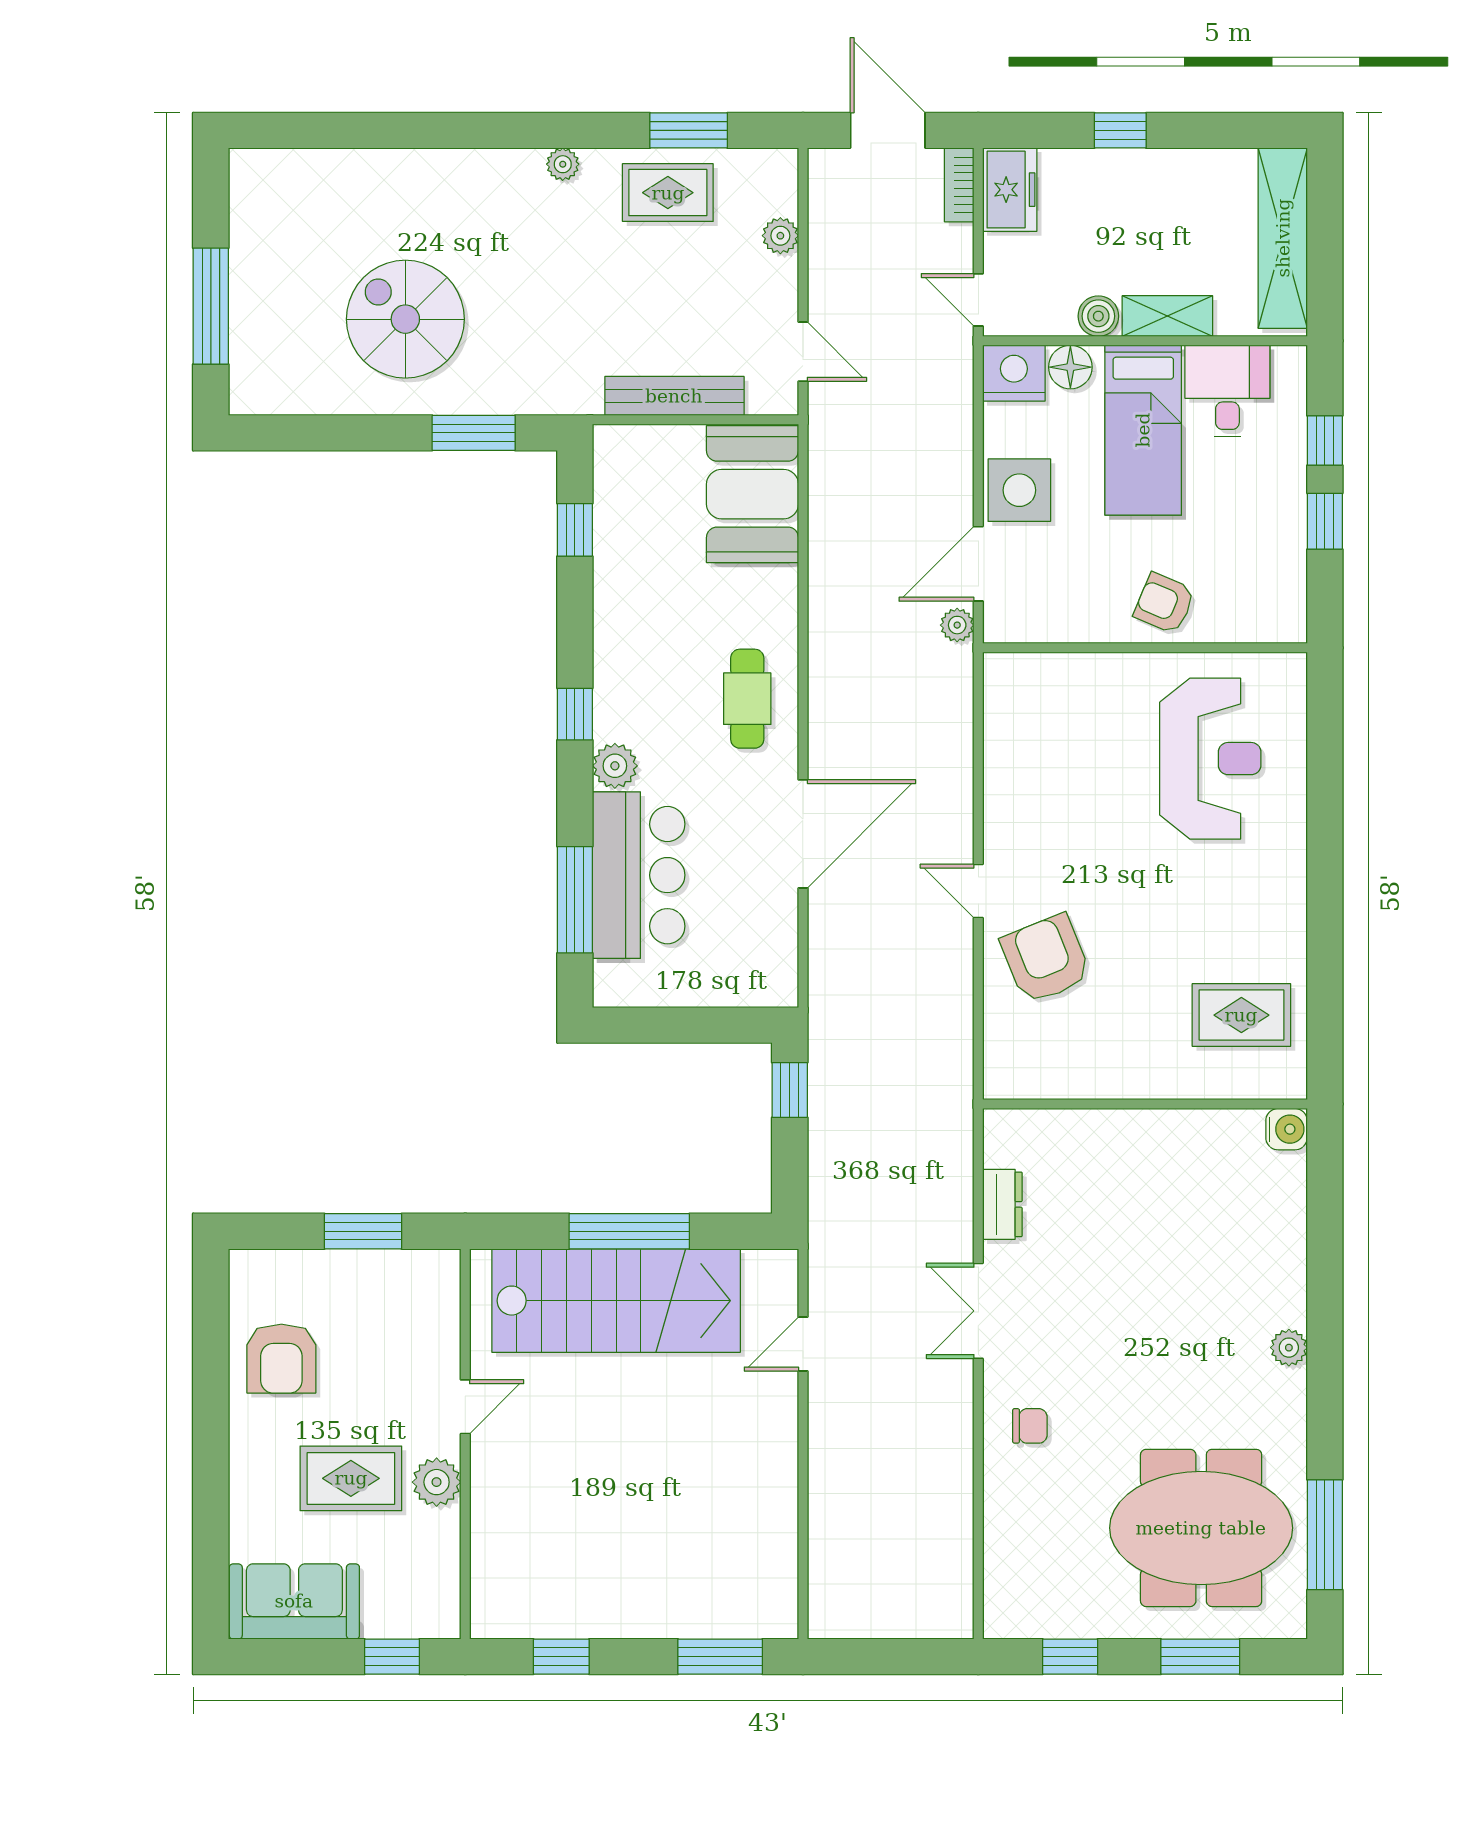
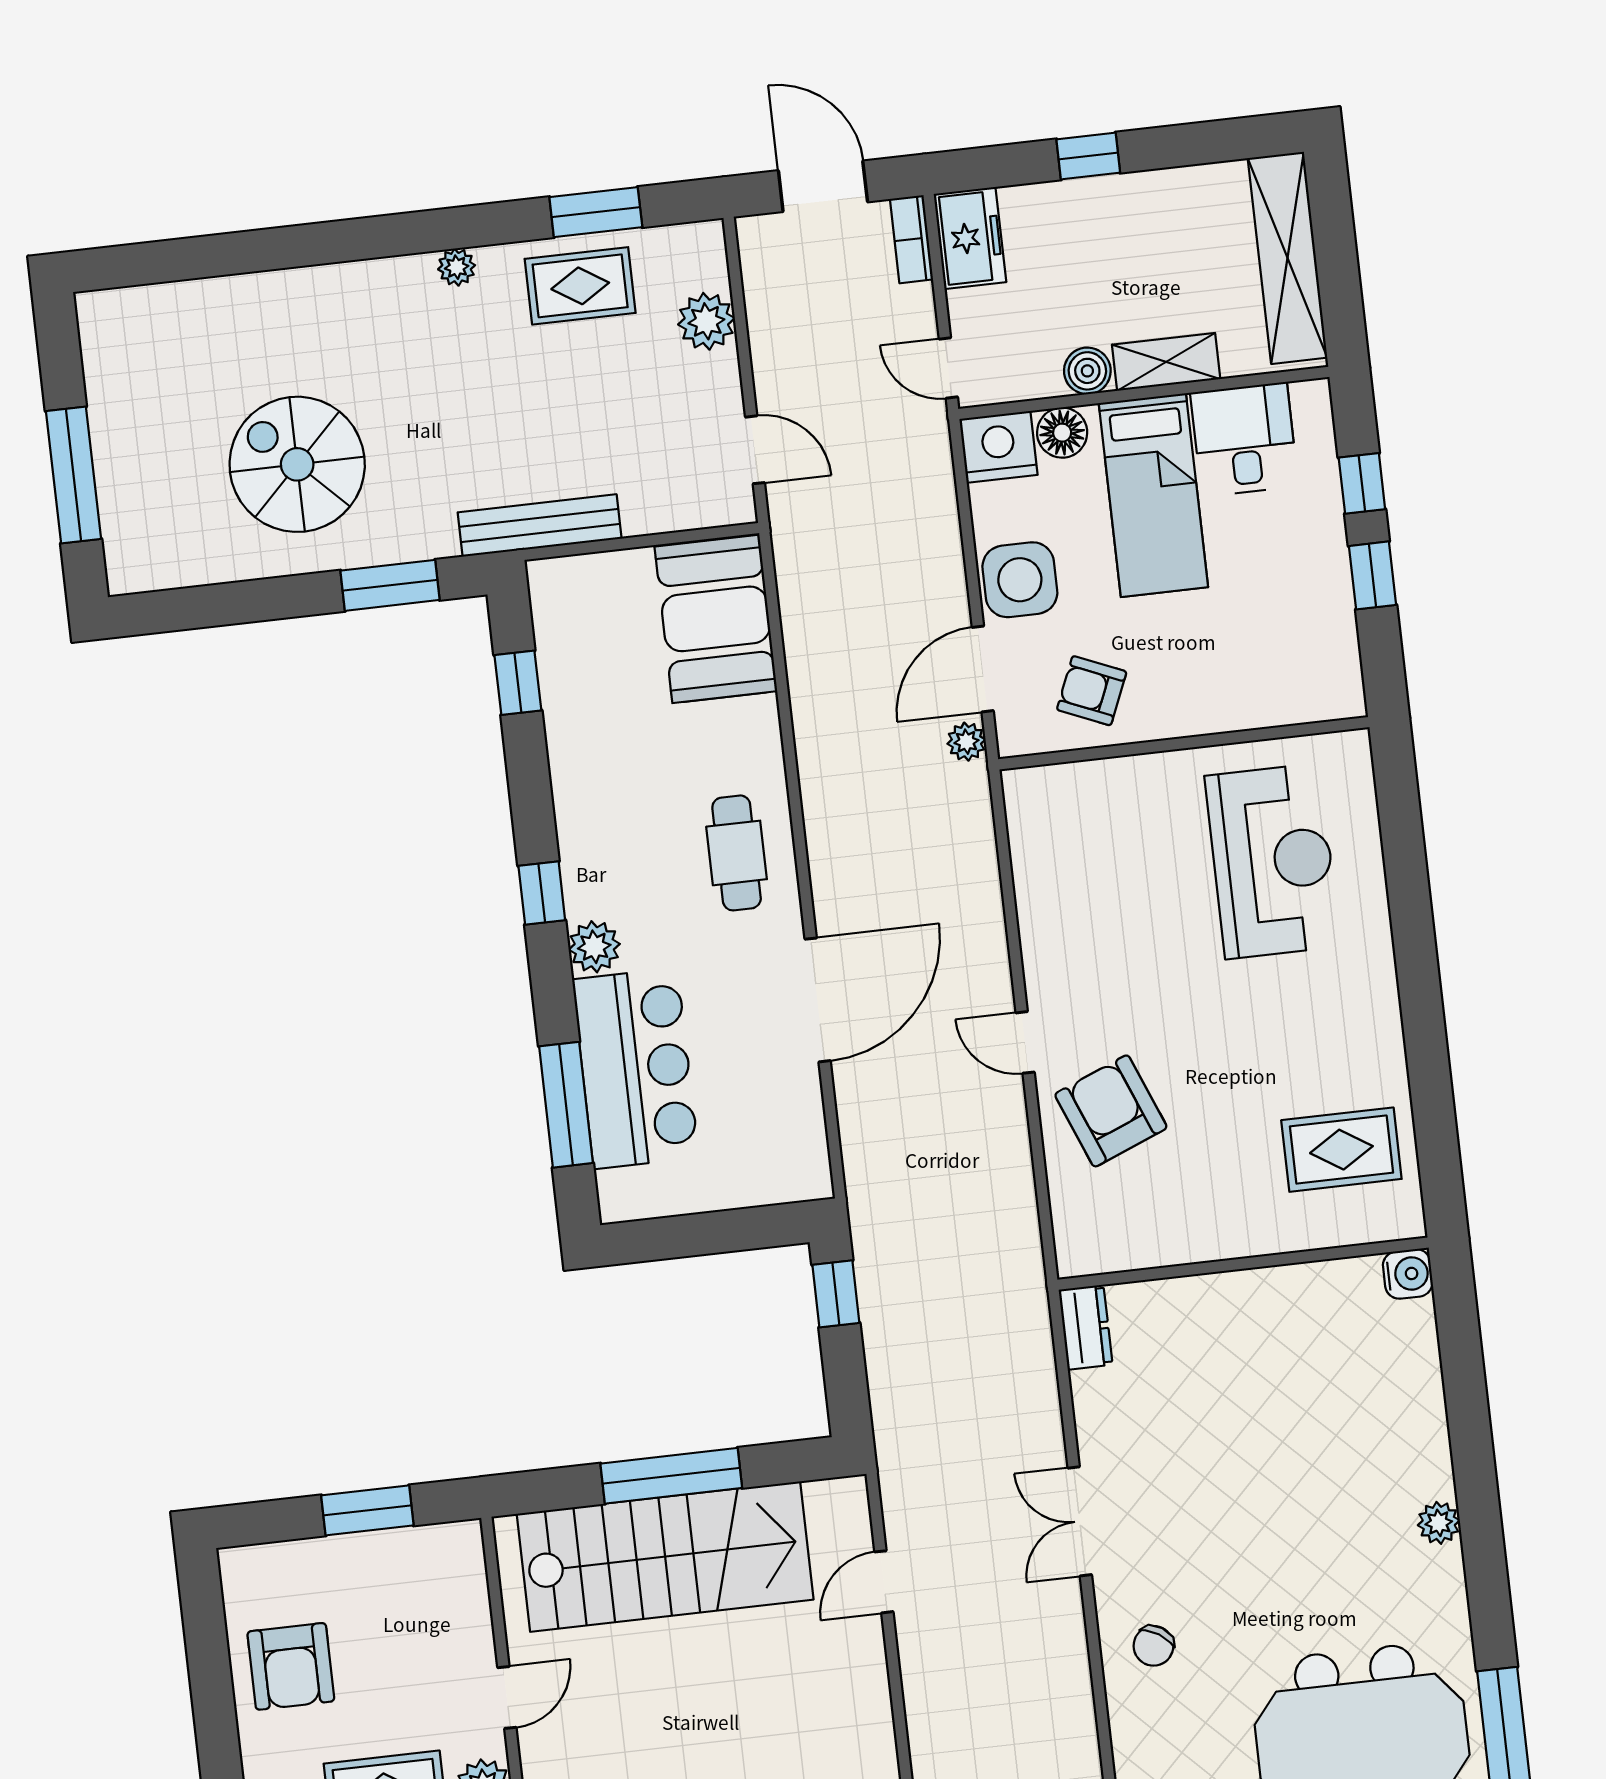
plant: (780, 236) -> (706, 321), width x1.38, depth x1.38
bench: (674, 396) -> (540, 525), moved
armchair: (1164, 603) -> (1092, 691), moved
dresser: (1002, 1204) -> (1086, 1327), moved
chair: (1030, 1426) -> (1153, 1646), turned 123

